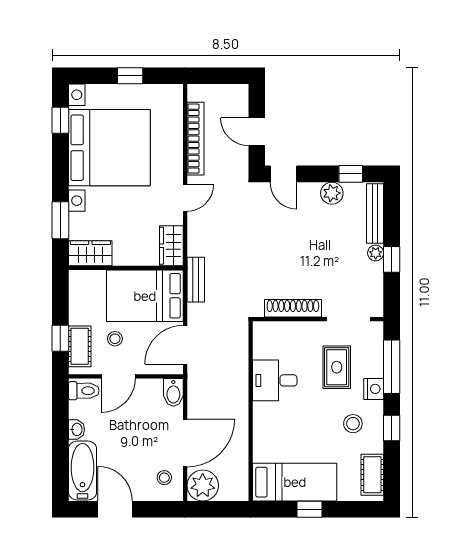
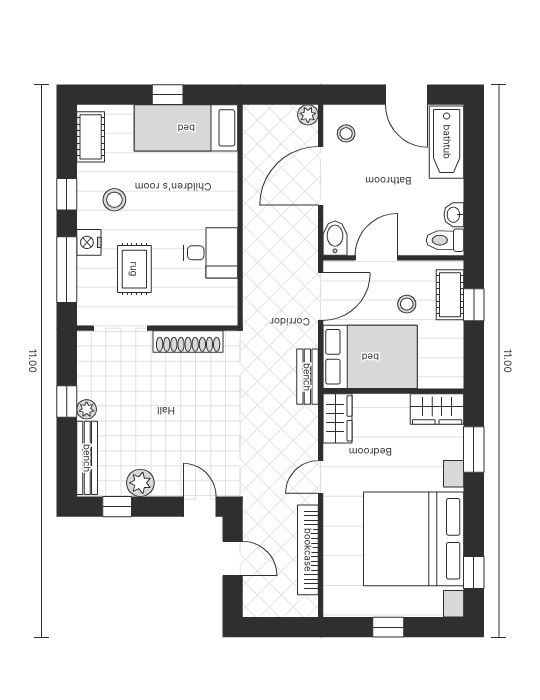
door: (118, 376) -> (376, 258), moved
washbasin: (77, 429) -> (454, 215), moved
plant: (203, 486) -> (308, 115), width x0.53, depth x0.53

